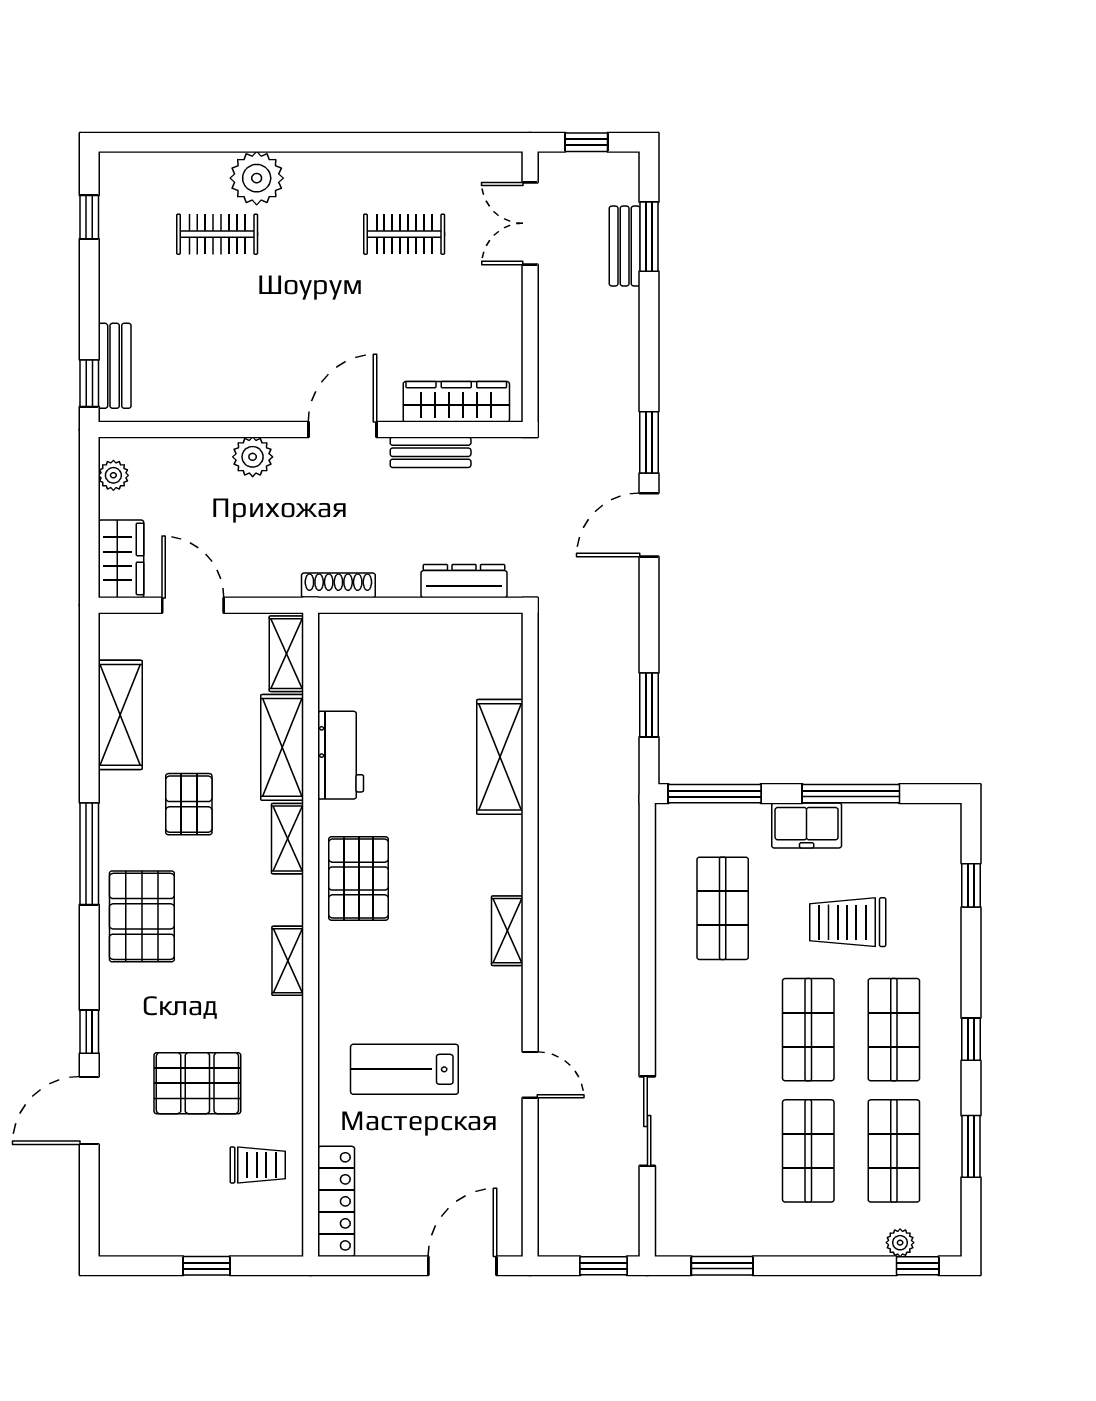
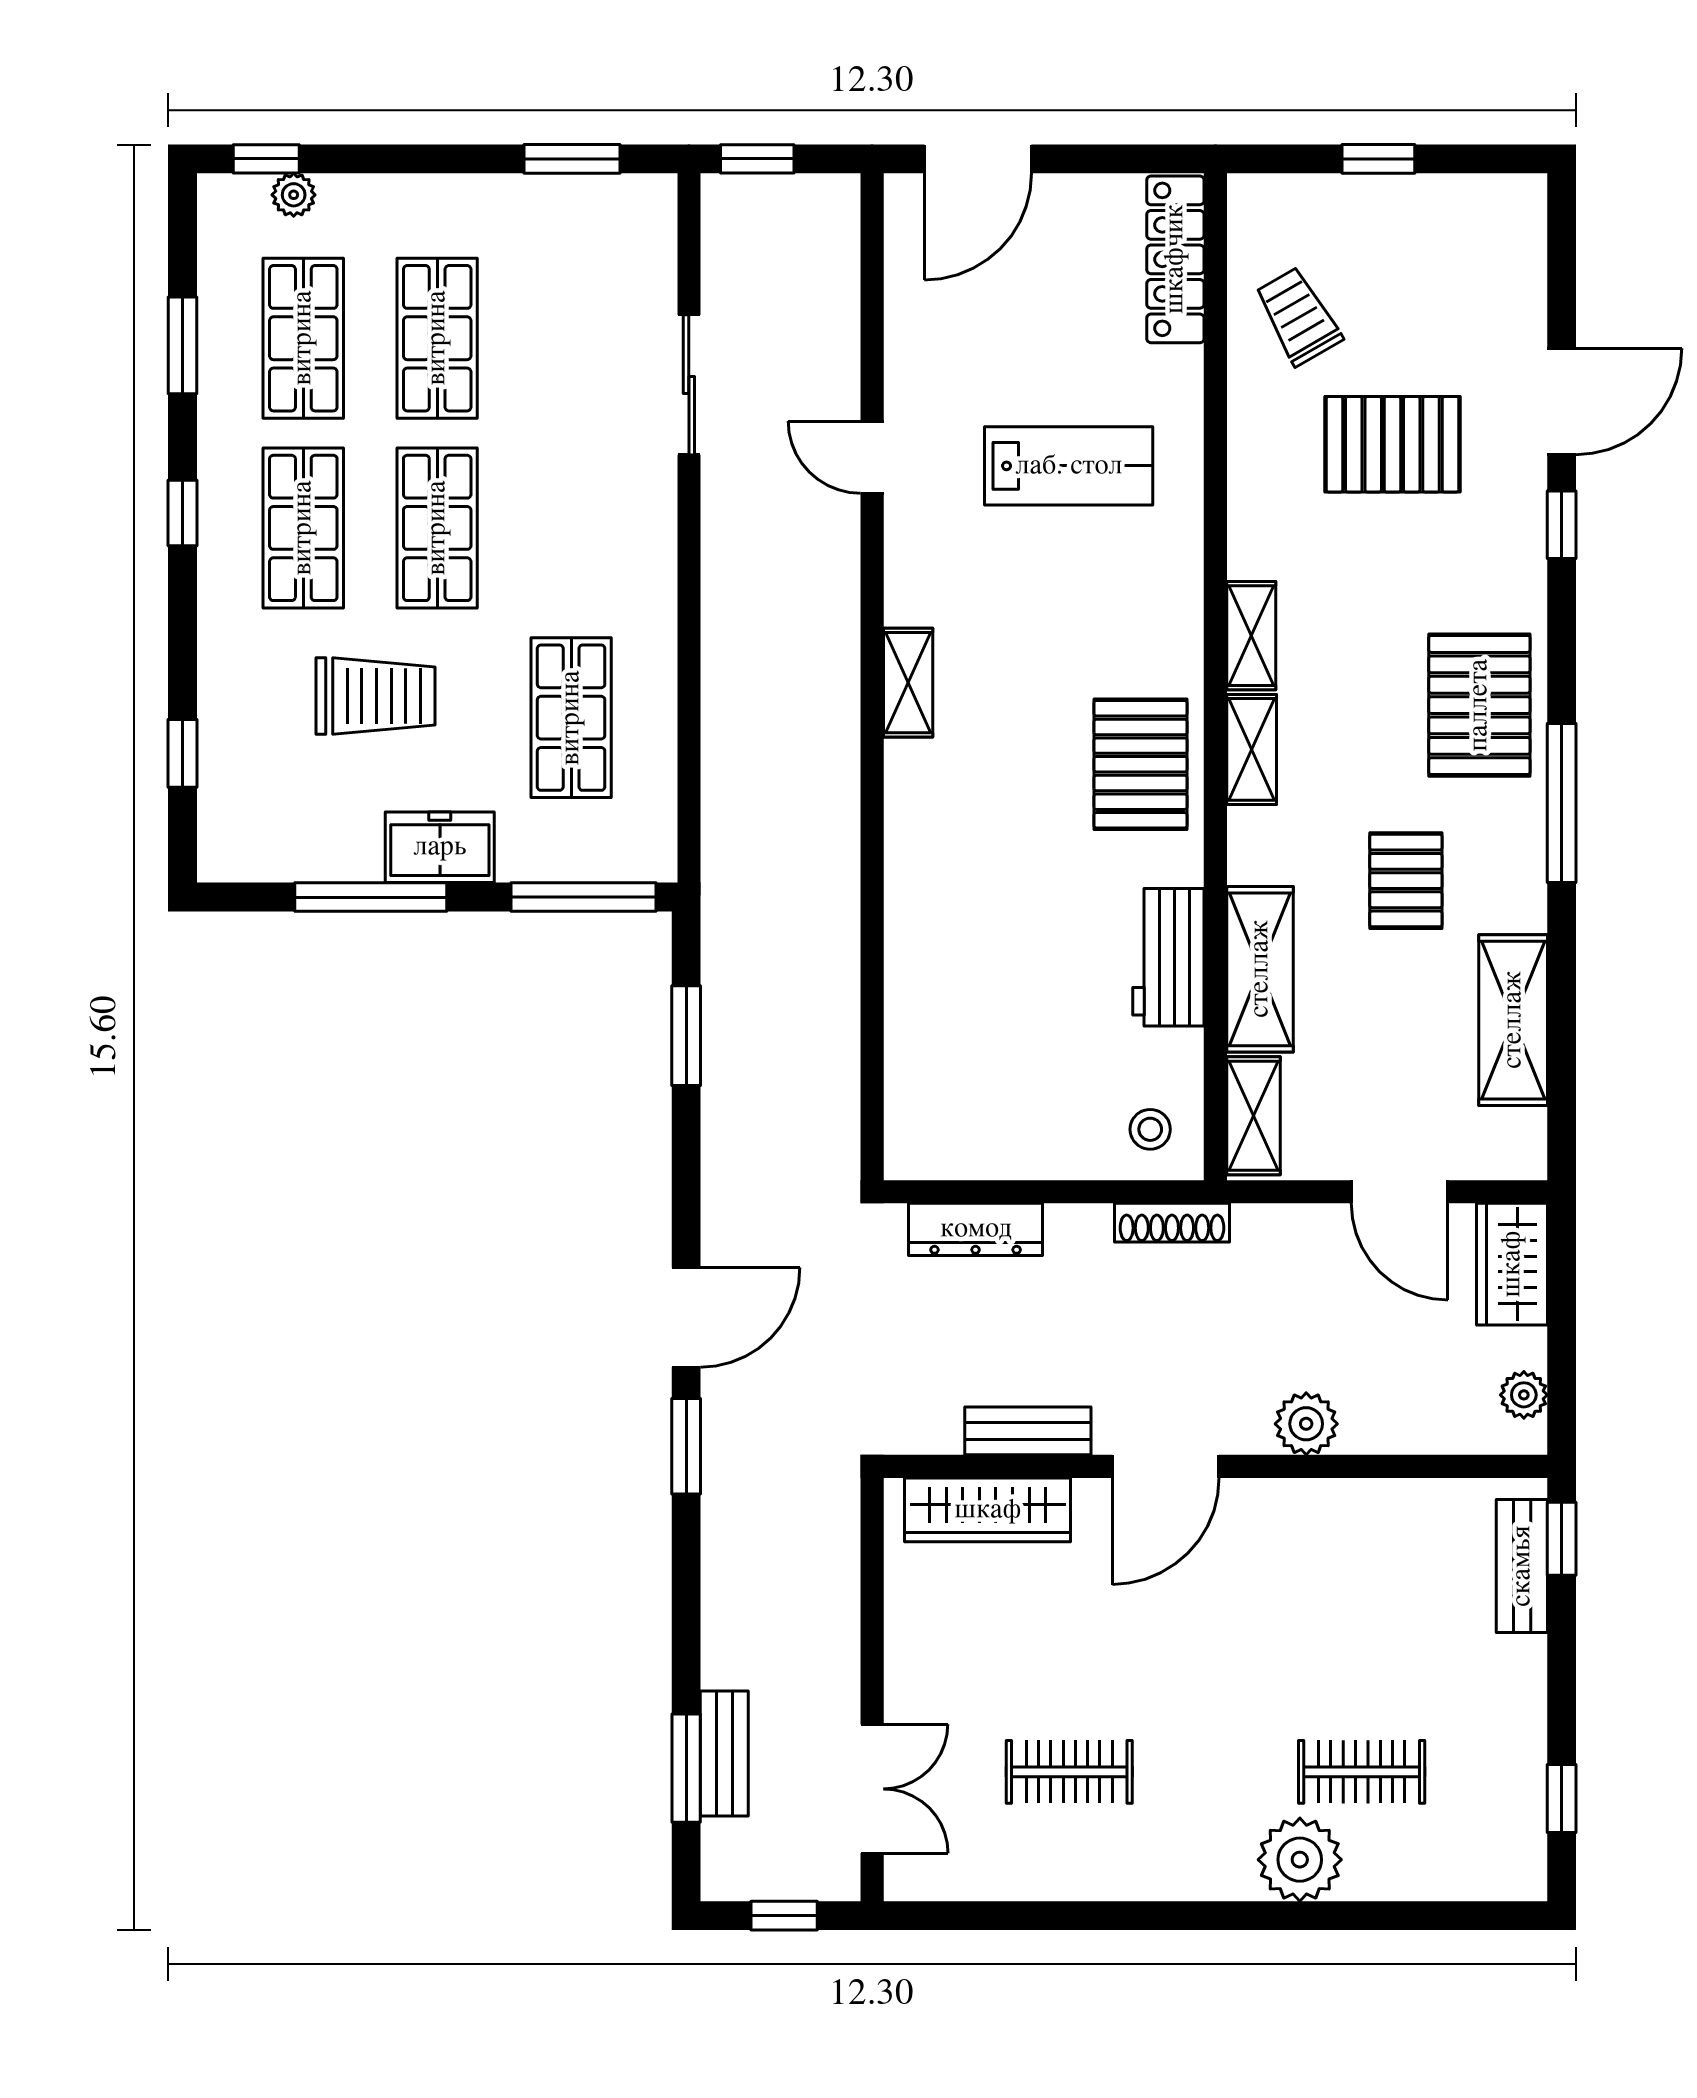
stool: (352, 645) -> (1150, 1129), added
shelving: (500, 757) -> (920, 955), removed
shelving: (287, 839) -> (1252, 749), moved
trolley: (258, 1165) -> (1298, 316), turned 60

